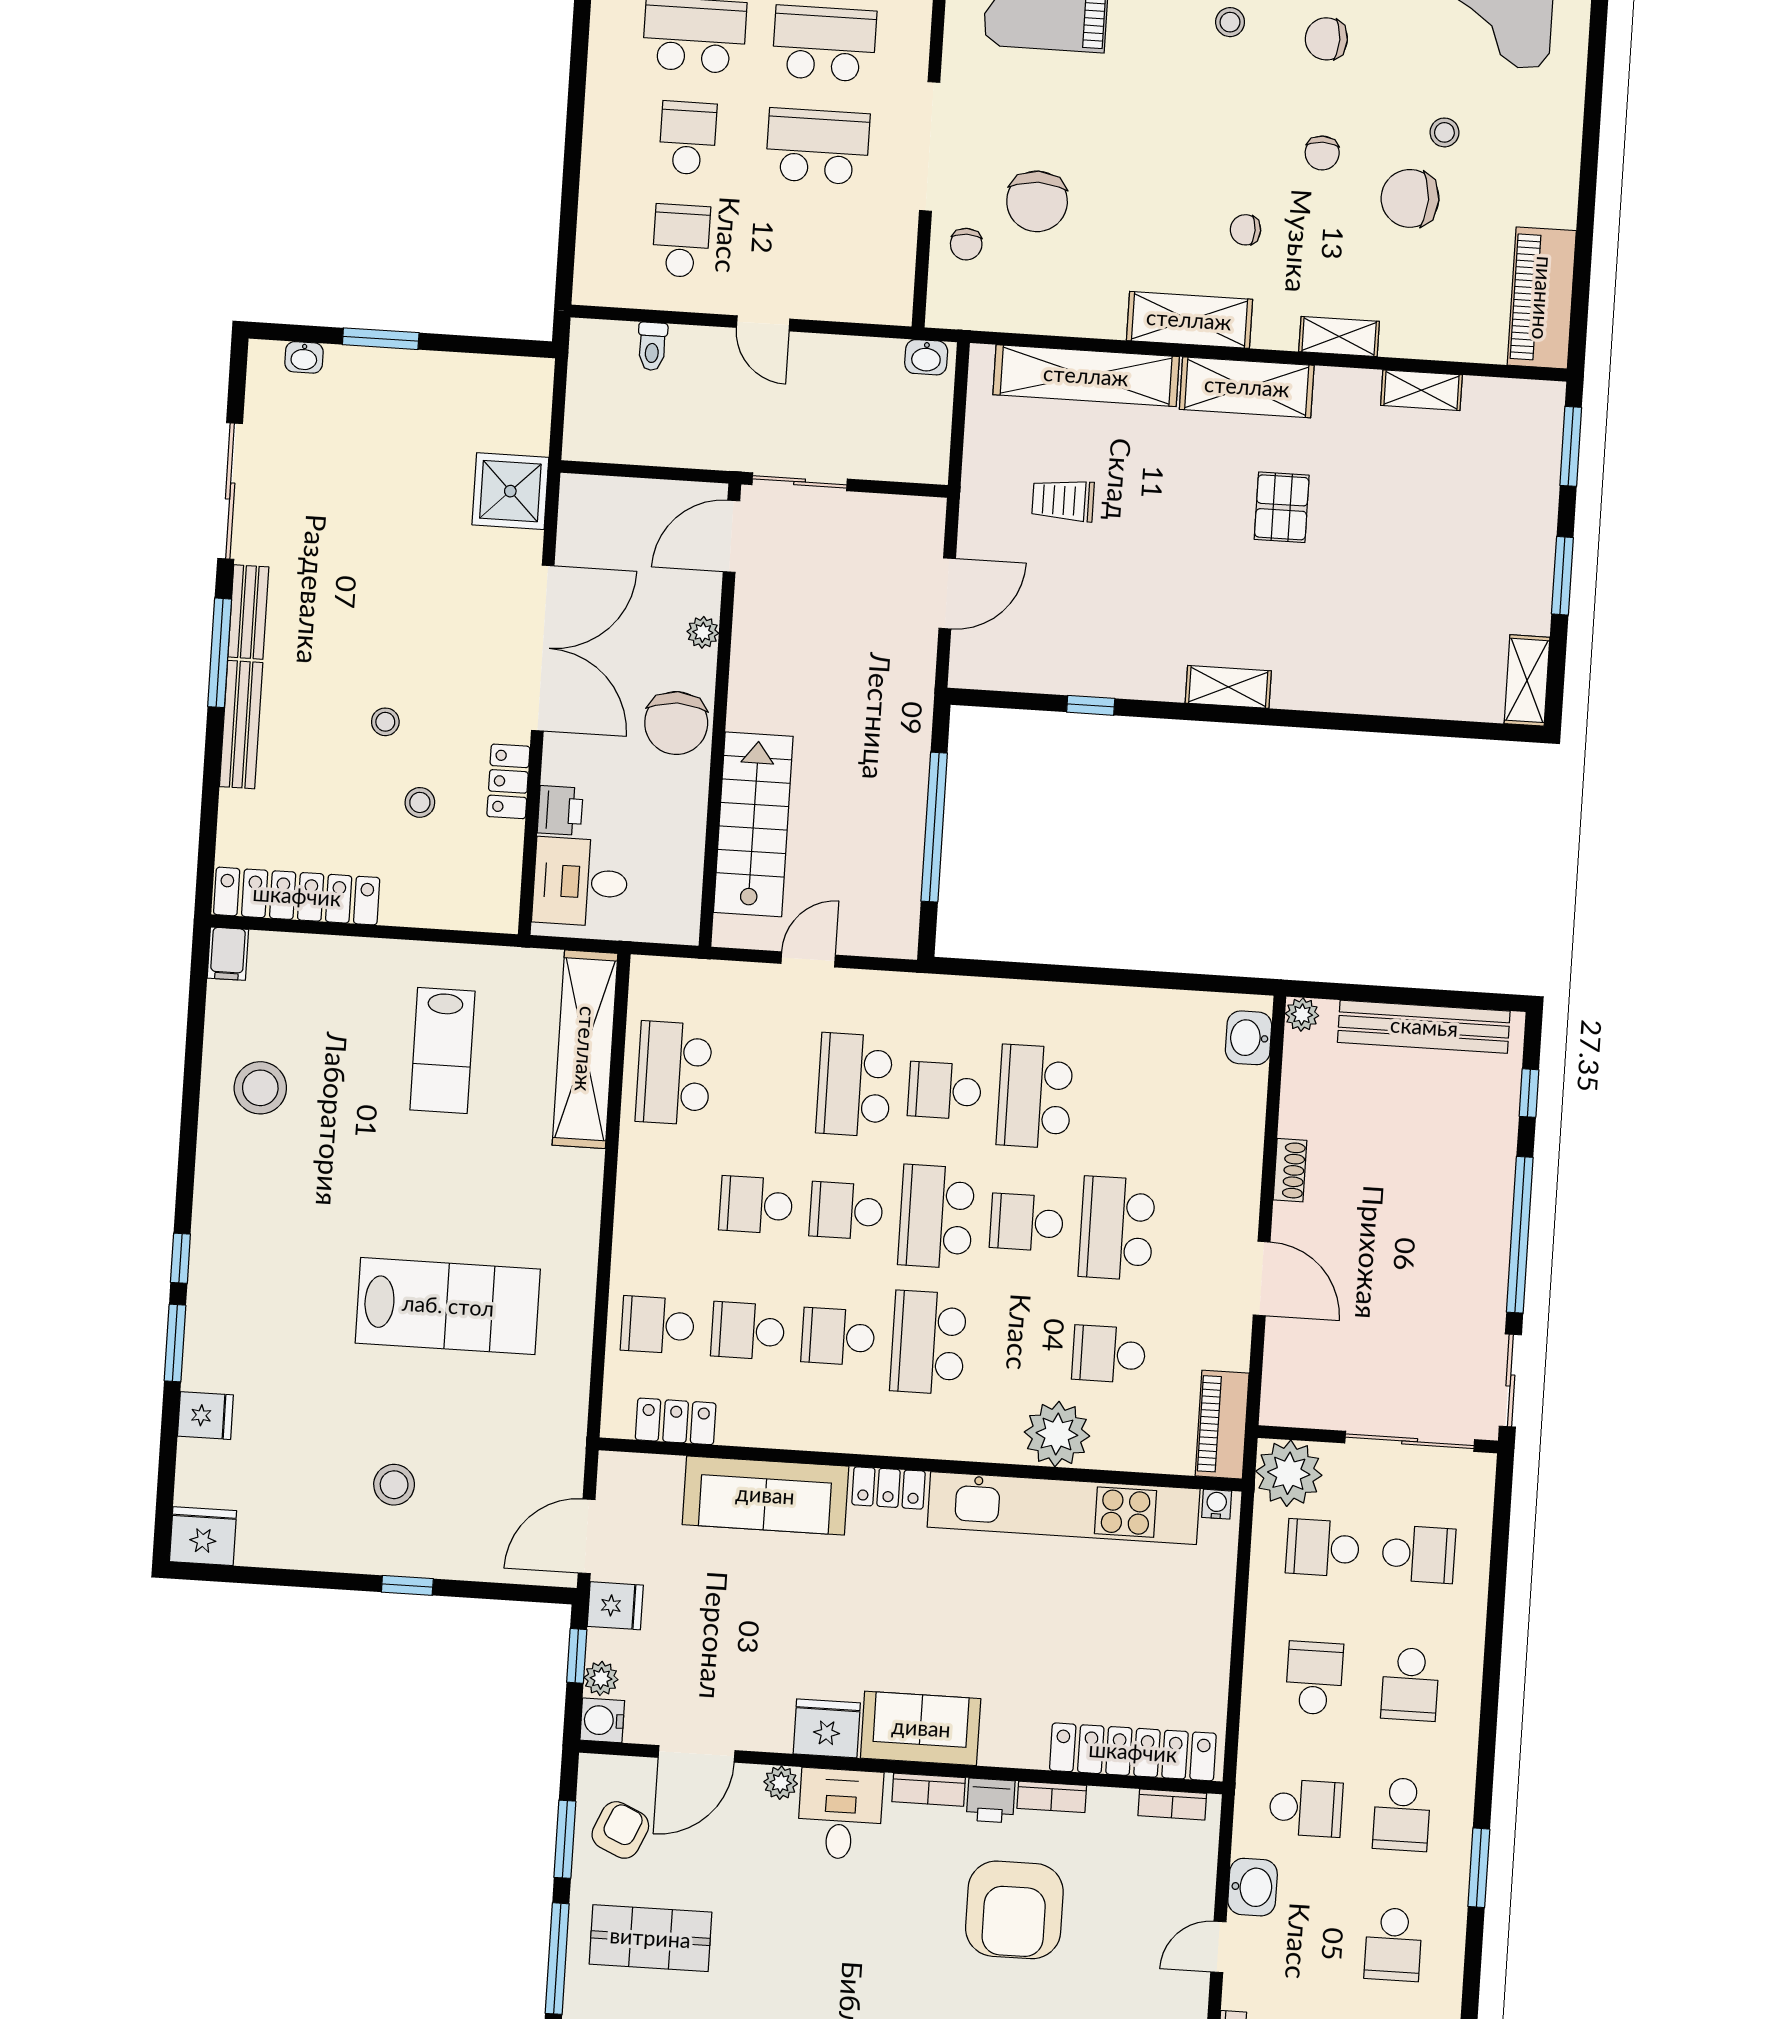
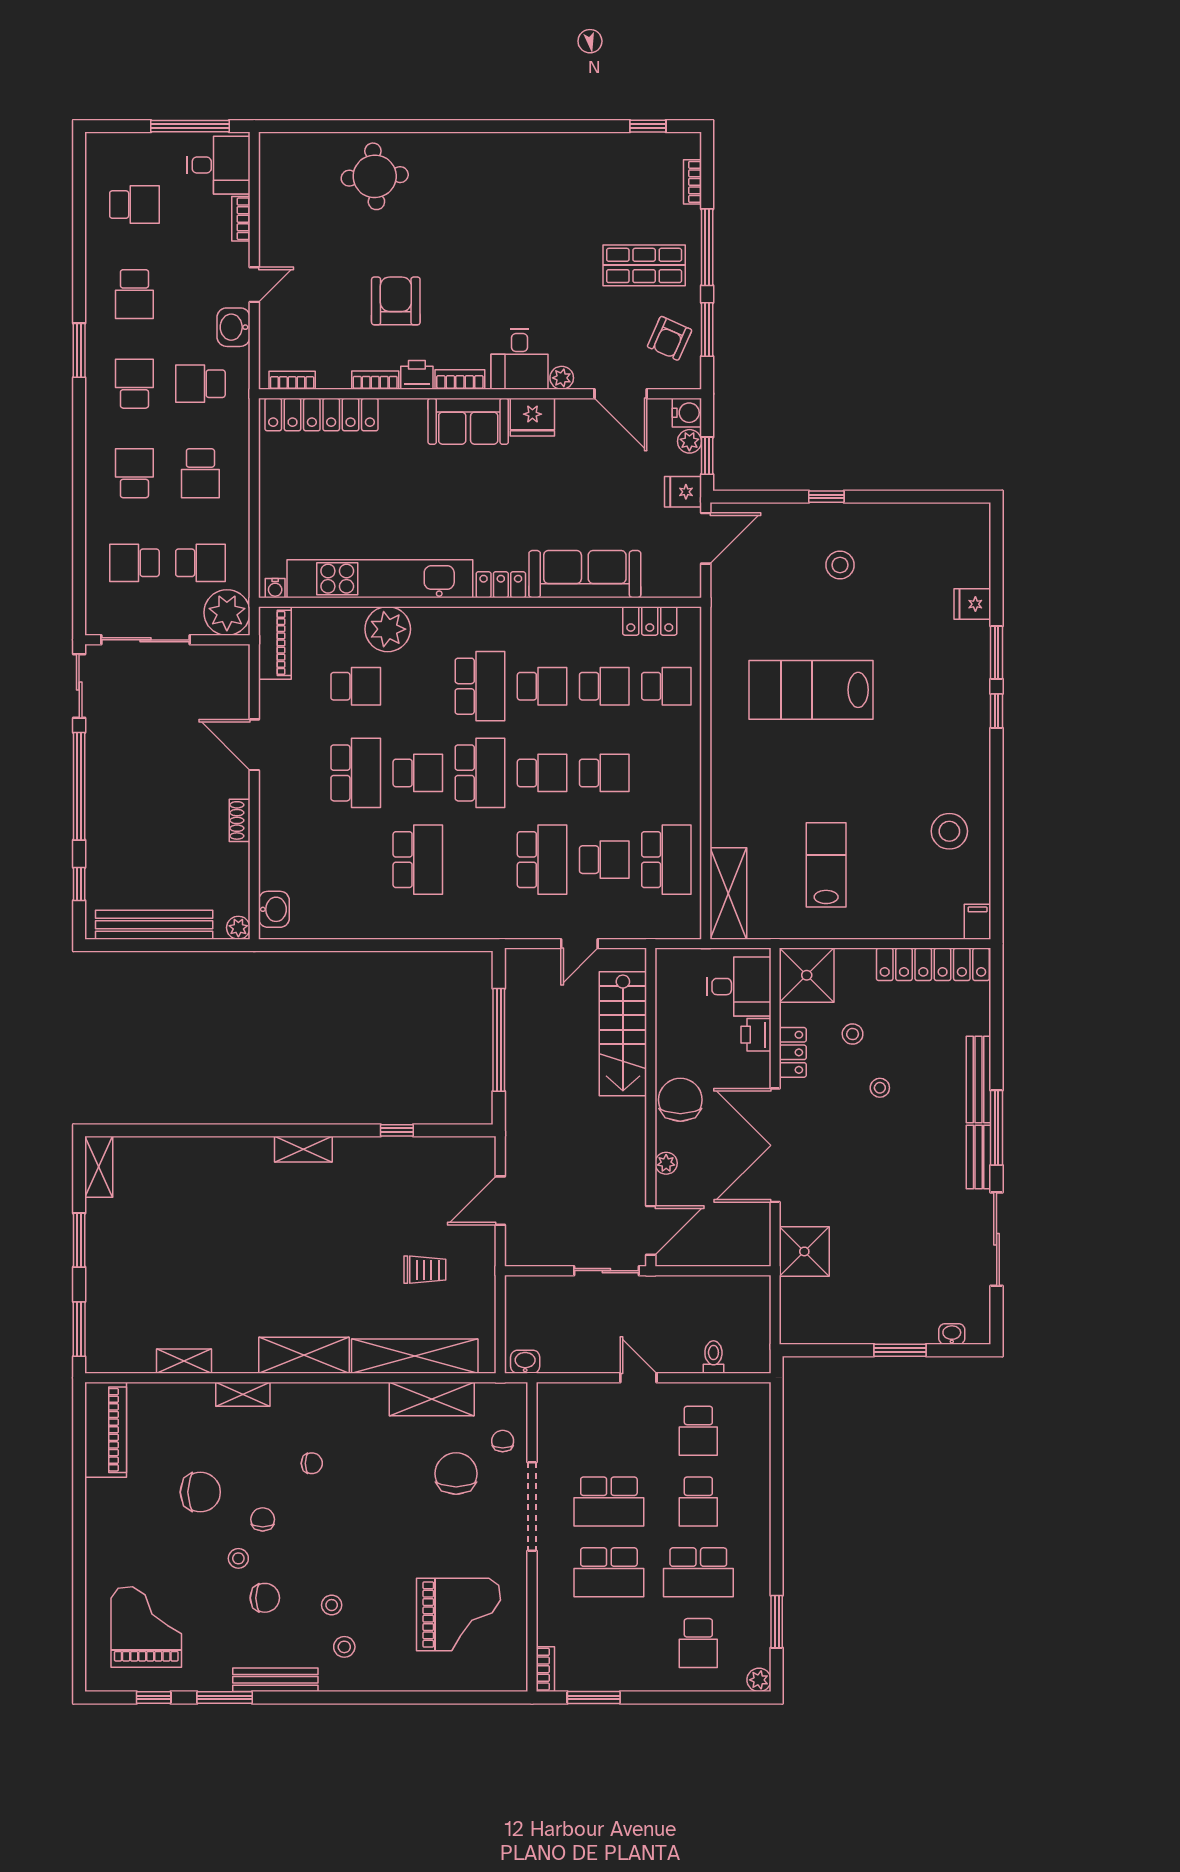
stool: (1444, 132) -> (238, 1558), moved
shelving: (1189, 320) -> (432, 1399), moved
pallet: (1282, 507) -> (275, 1275), removed
shower: (481, 892) -> (807, 975), added
shelving: (585, 1049) -> (728, 893), width x0.68
school desk: (945, 1091) -> (604, 860), moved
fridge: (203, 1536) -> (969, 521), removed
door: (697, 1754) -> (621, 394), swing flipped
armchair: (1014, 1910) -> (396, 301), width x0.73, depth x0.73
school desk: (1393, 1944) -> (134, 294), turned 180

